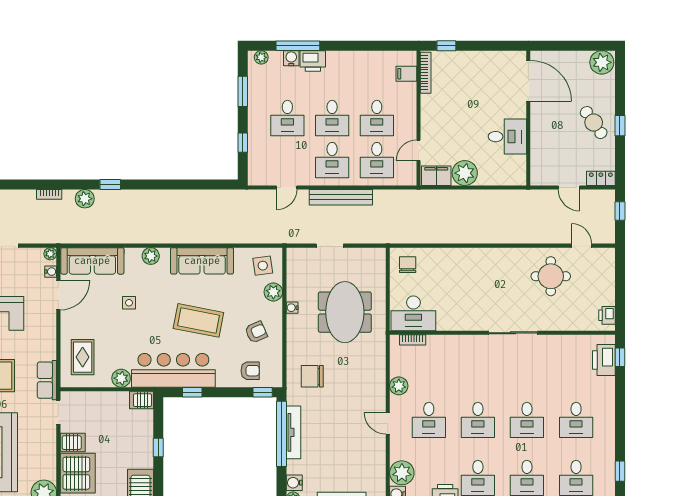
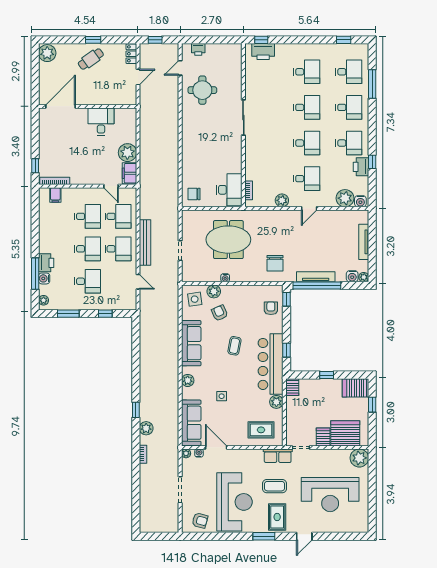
printer: (607, 315) -> (198, 49), moved
coffee table: (198, 320) -> (234, 346), width x0.54, depth x0.58
armchair: (256, 332) -> (220, 313), moved

